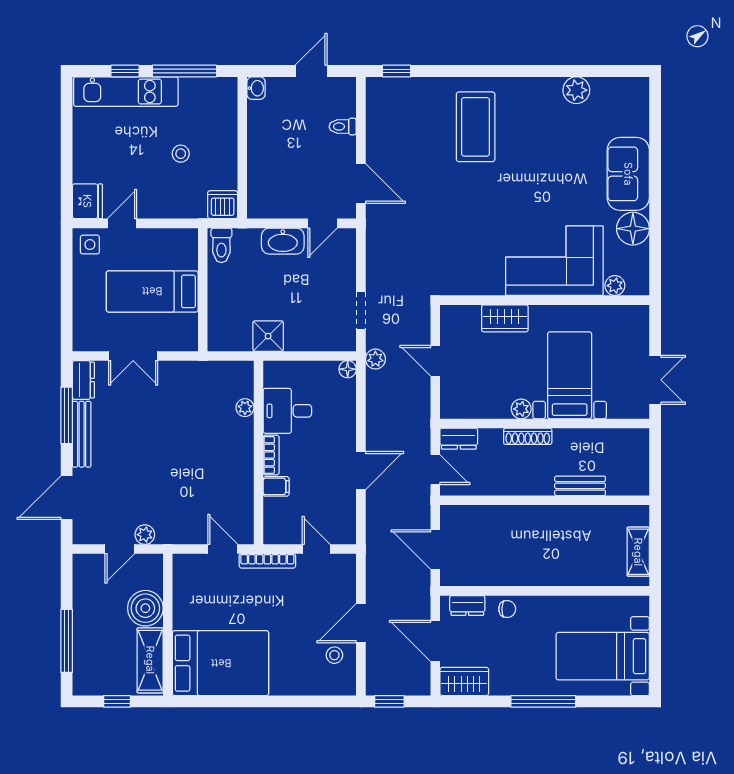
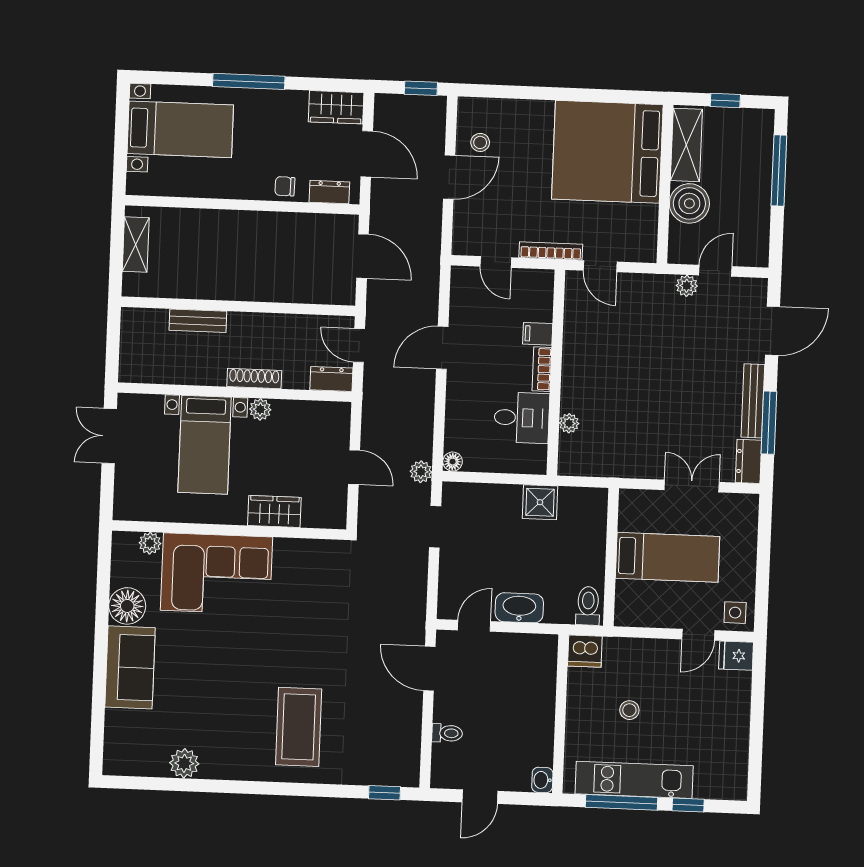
kitchen unit: (126, 92) -> (634, 780), moved
fridge: (87, 201) -> (736, 656), width x0.72
bed: (221, 663) -> (607, 152), width x1.36

